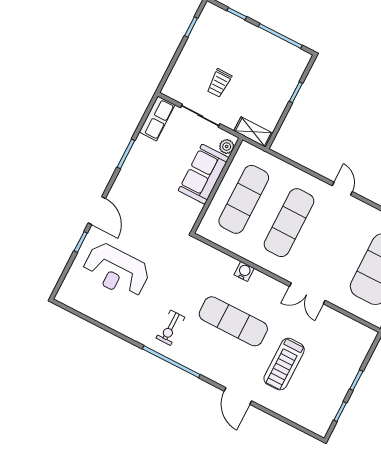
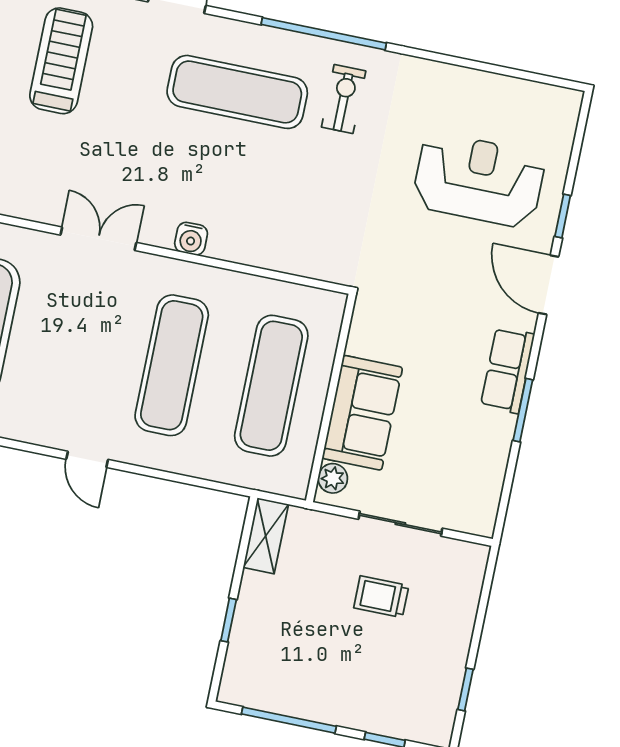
trolley: (219, 83) -> (381, 597), turned -90
row of seats: (157, 118) -> (508, 370), moved
shelving: (253, 132) -> (266, 536), moved, turned 90
water cooler: (244, 271) -> (191, 239), moved
exercise mat: (233, 321) -> (237, 92), moved
treadmill: (284, 364) -> (61, 61), moved

